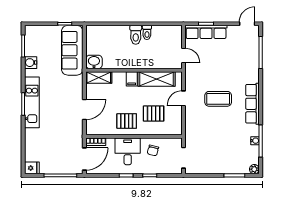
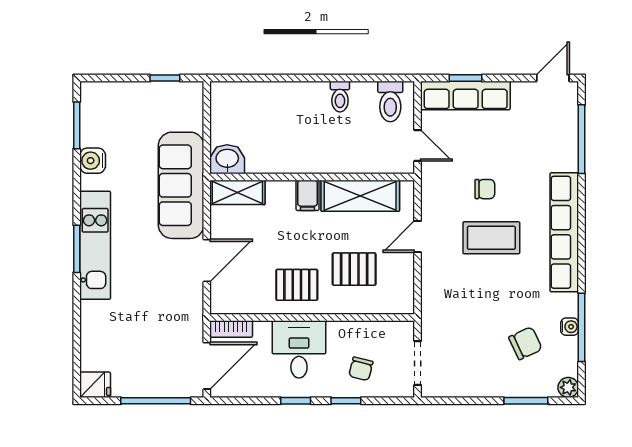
toilet: (136, 35) -> (390, 101), moved
sofa: (72, 50) -> (181, 185), moved
chair: (215, 76) -> (485, 189), added
row of seats: (252, 104) -> (564, 232), width x1.36
chair: (234, 148) -> (525, 343), added
chair: (153, 150) -> (361, 369), moved

